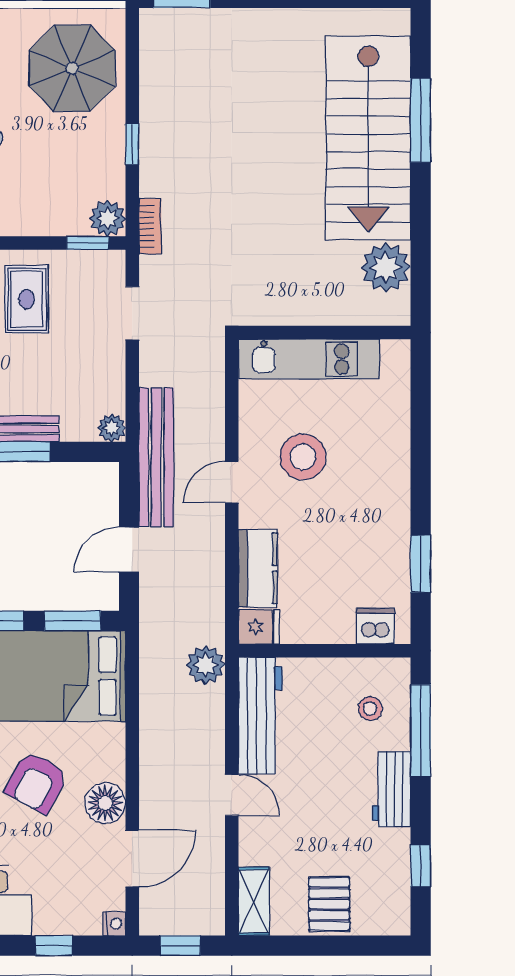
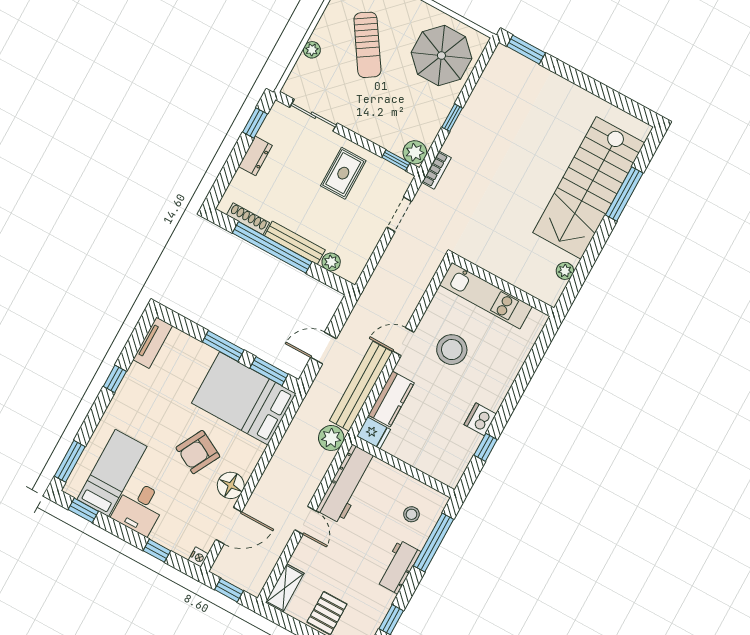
plant: (386, 267) -> (565, 271), width x0.53, depth x0.53
plant: (112, 428) -> (331, 262), moved
bench: (156, 457) -> (361, 386), moved
window: (421, 564) -> (486, 447), width x0.67
dishwasher: (376, 626) -> (480, 419), moved, turned -90

